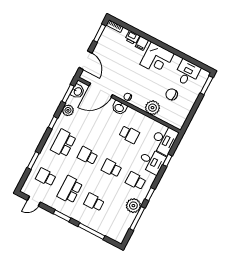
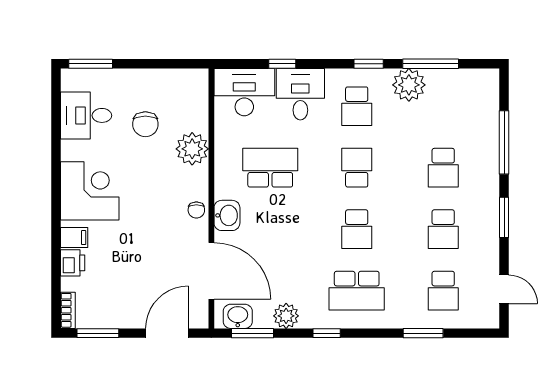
school desk: (129, 134) -> (270, 168), width x1.85
school desk: (112, 168) -> (357, 168), turned 180
school desk: (70, 190) -> (443, 229), width x0.54

